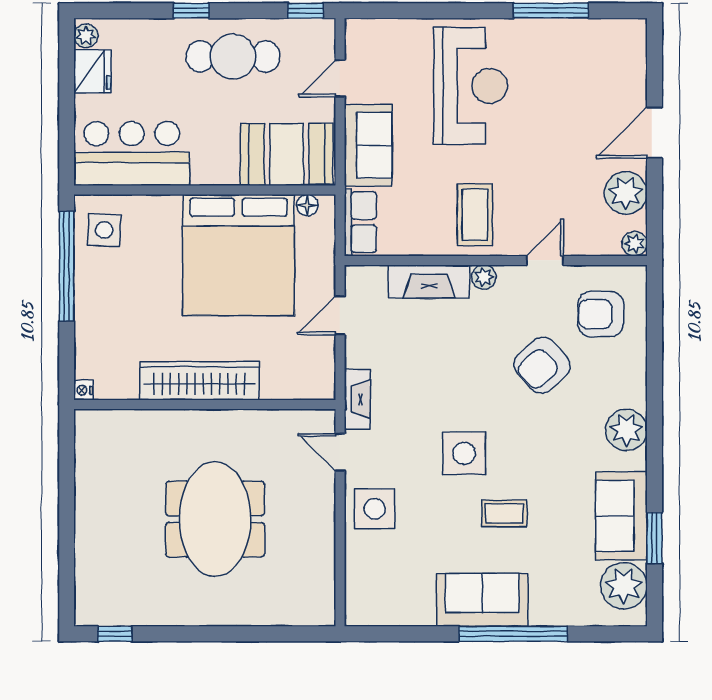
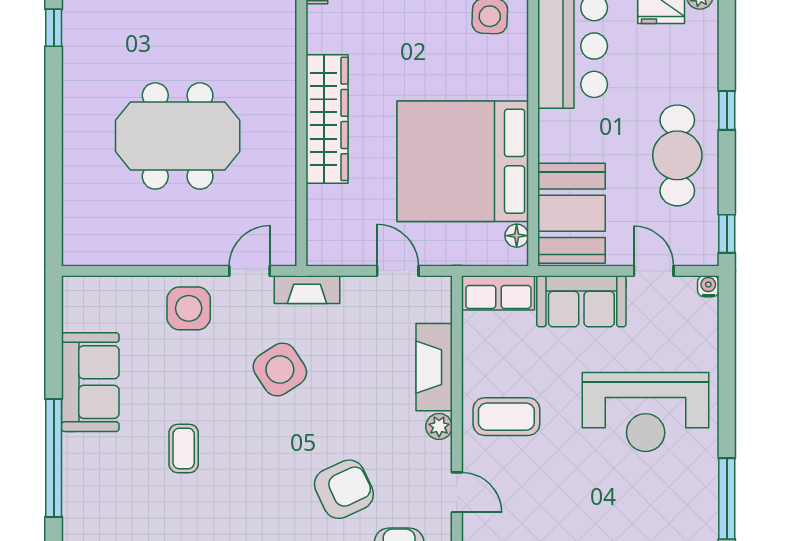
water cooler: (354, 28) -> (708, 286), added
armchair: (542, 365) -> (344, 489), turned 107
side table: (464, 453) -> (280, 369), moved, turned -33
sofa: (482, 600) -> (90, 382), moved

